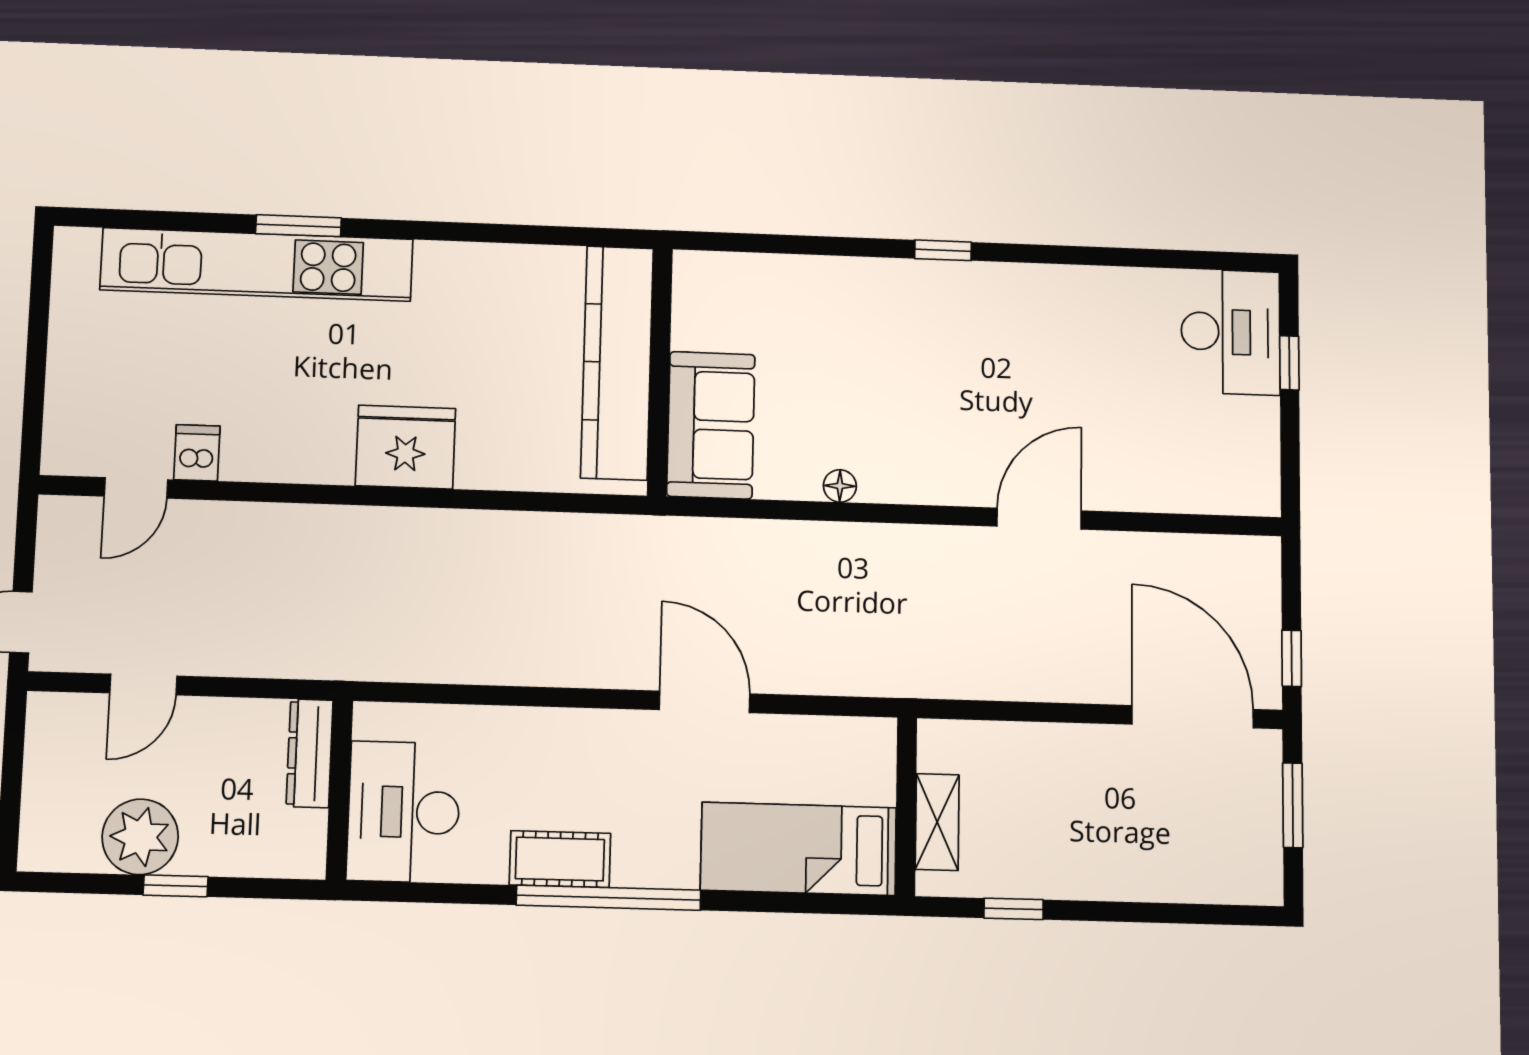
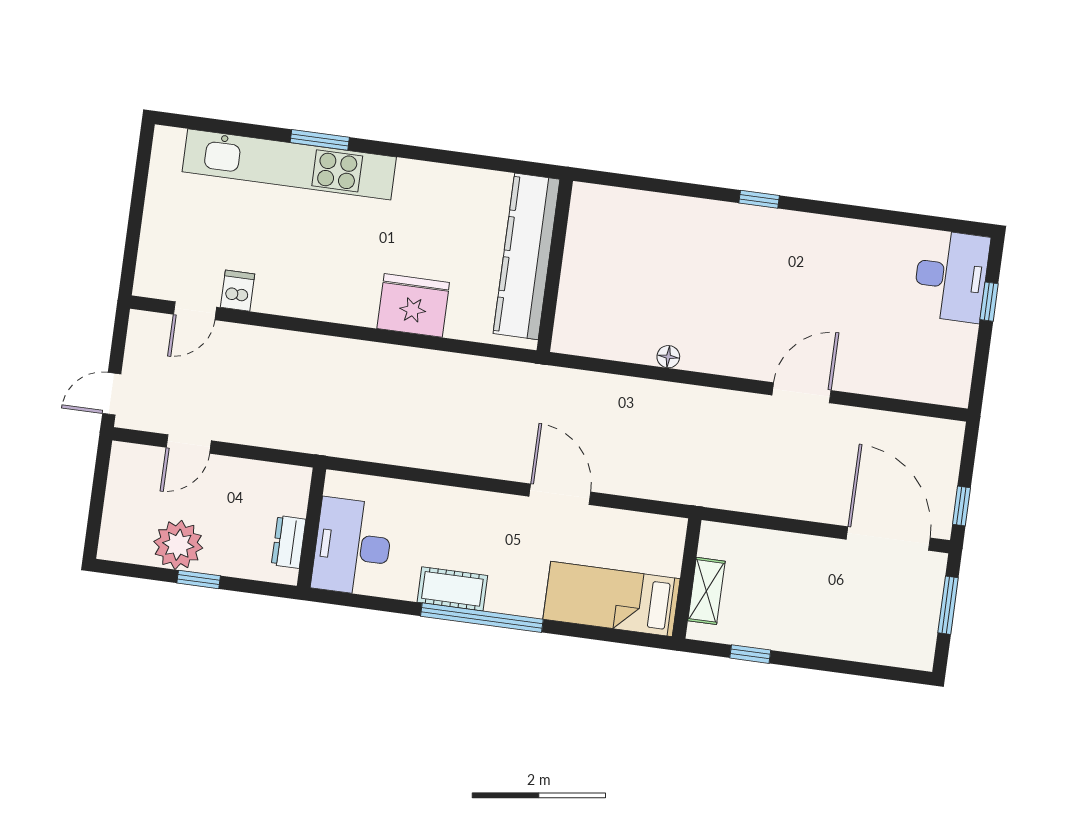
sofa: (711, 425) -> (585, 306), removed
fridge: (406, 447) -> (413, 305), moved
dresser: (310, 753) -> (289, 542), moved, width x0.70

